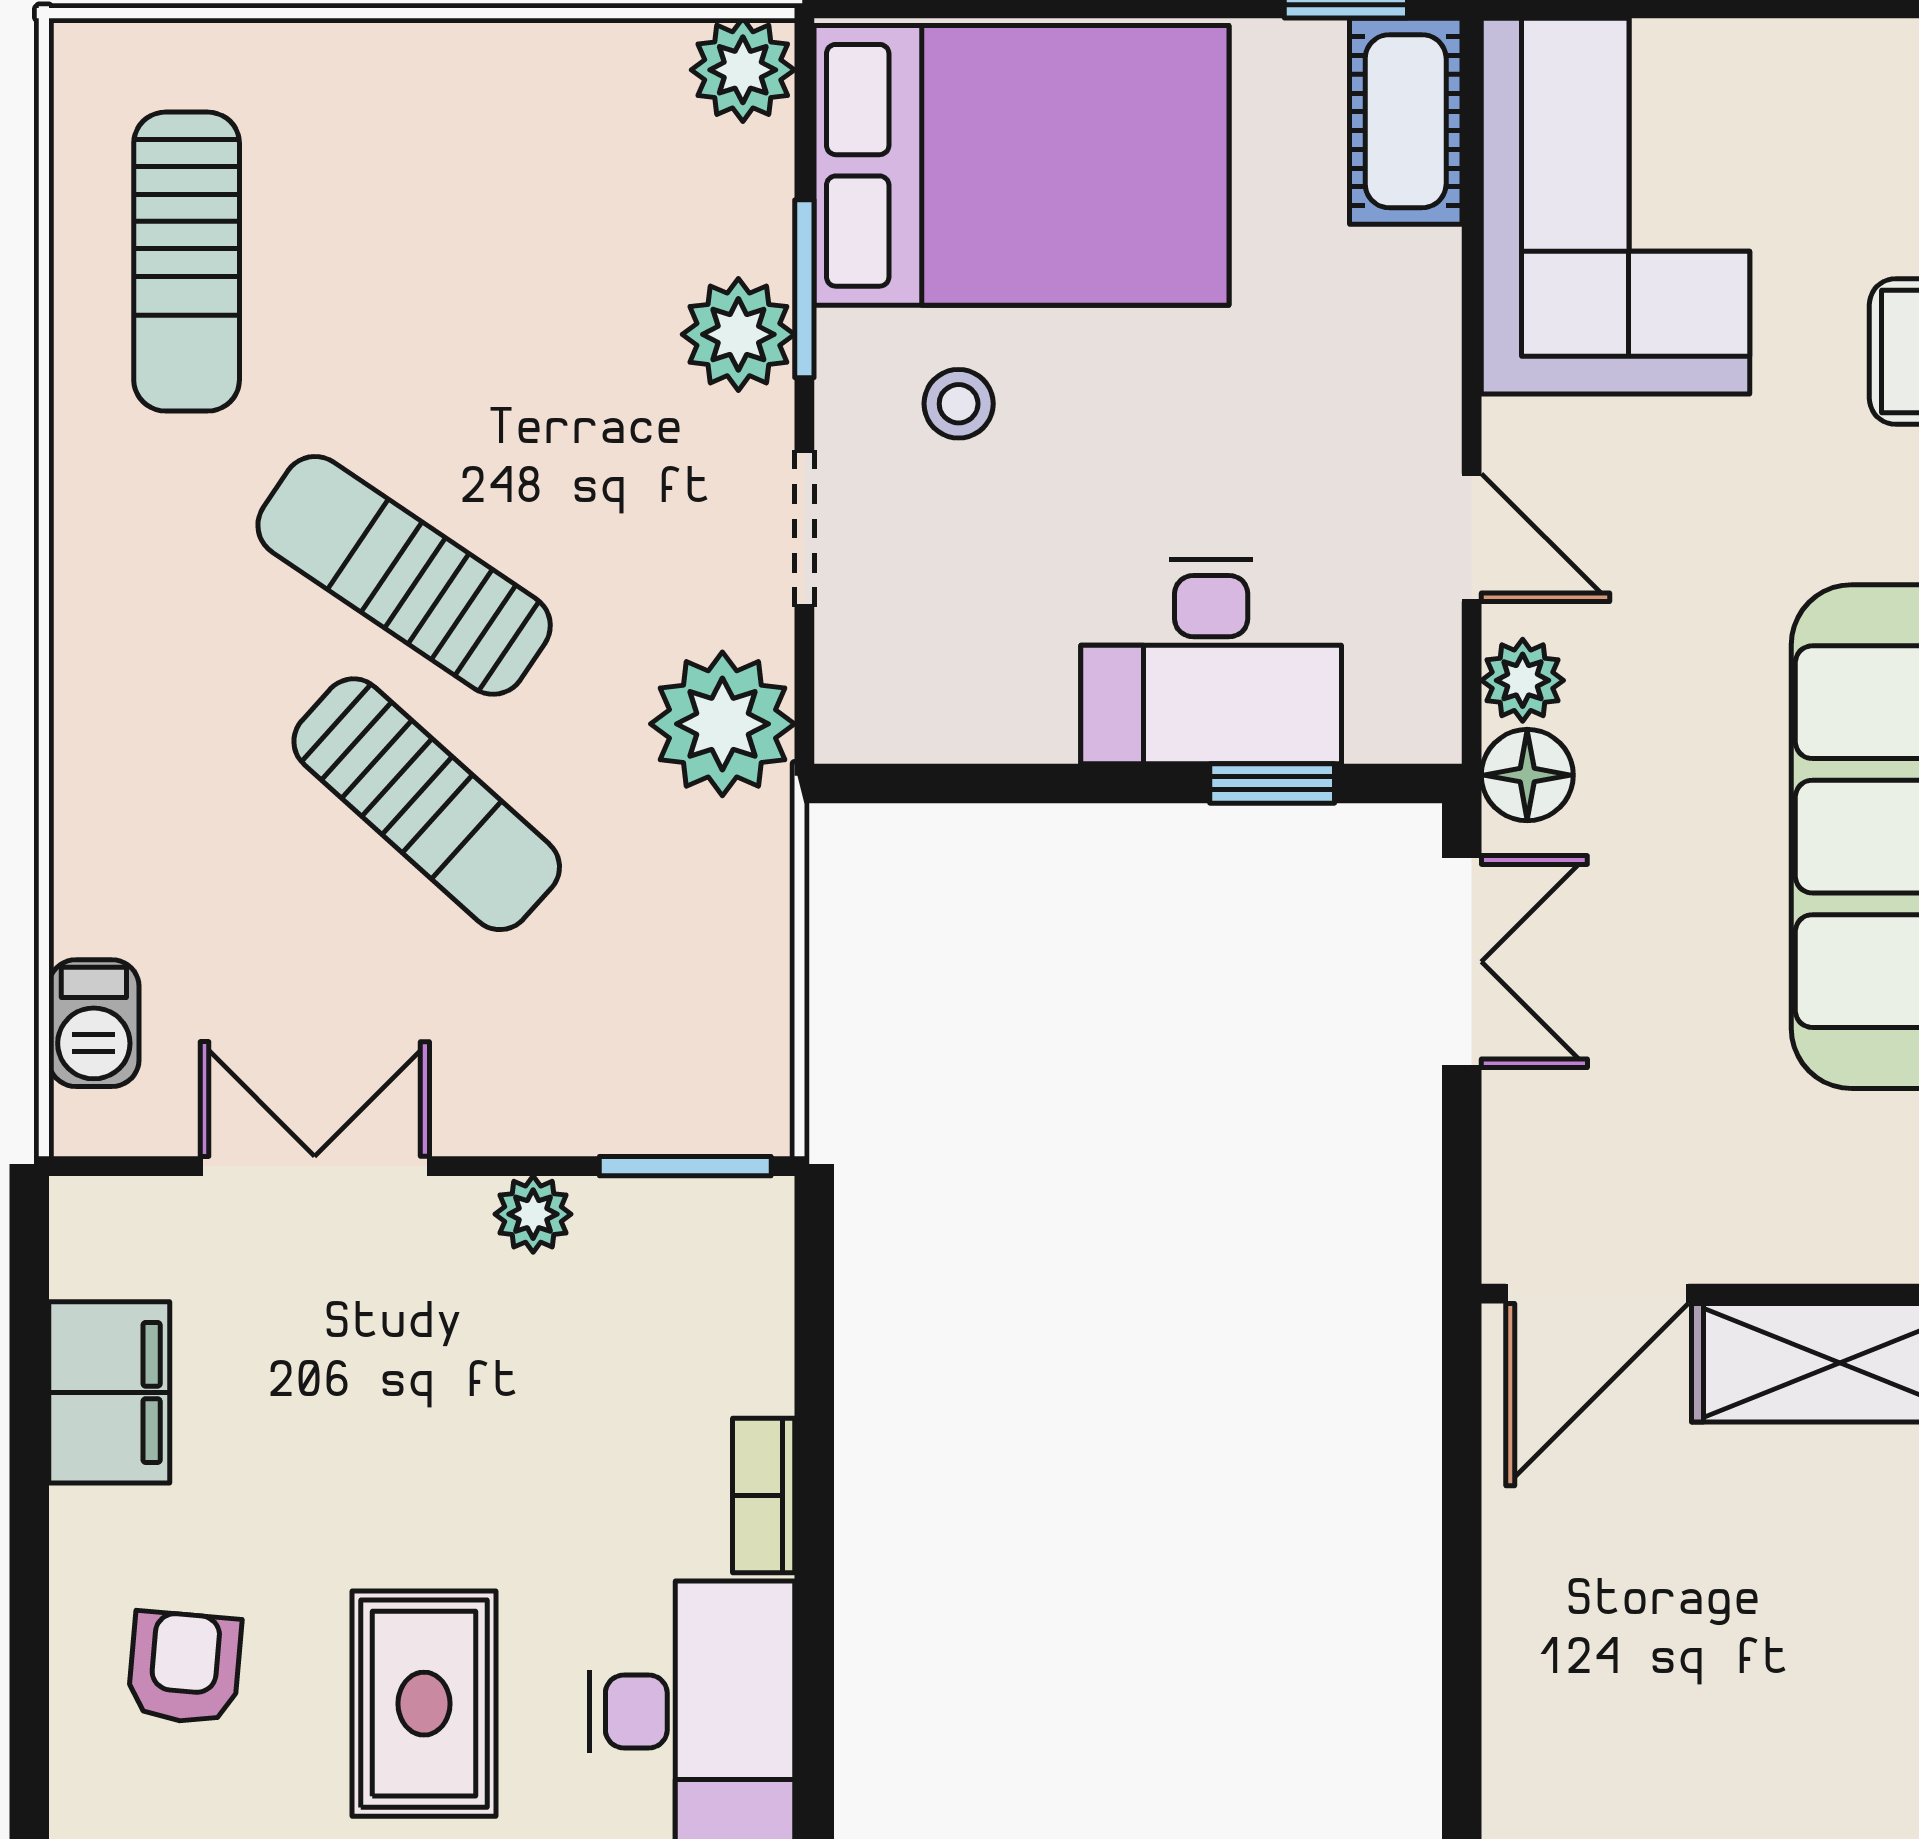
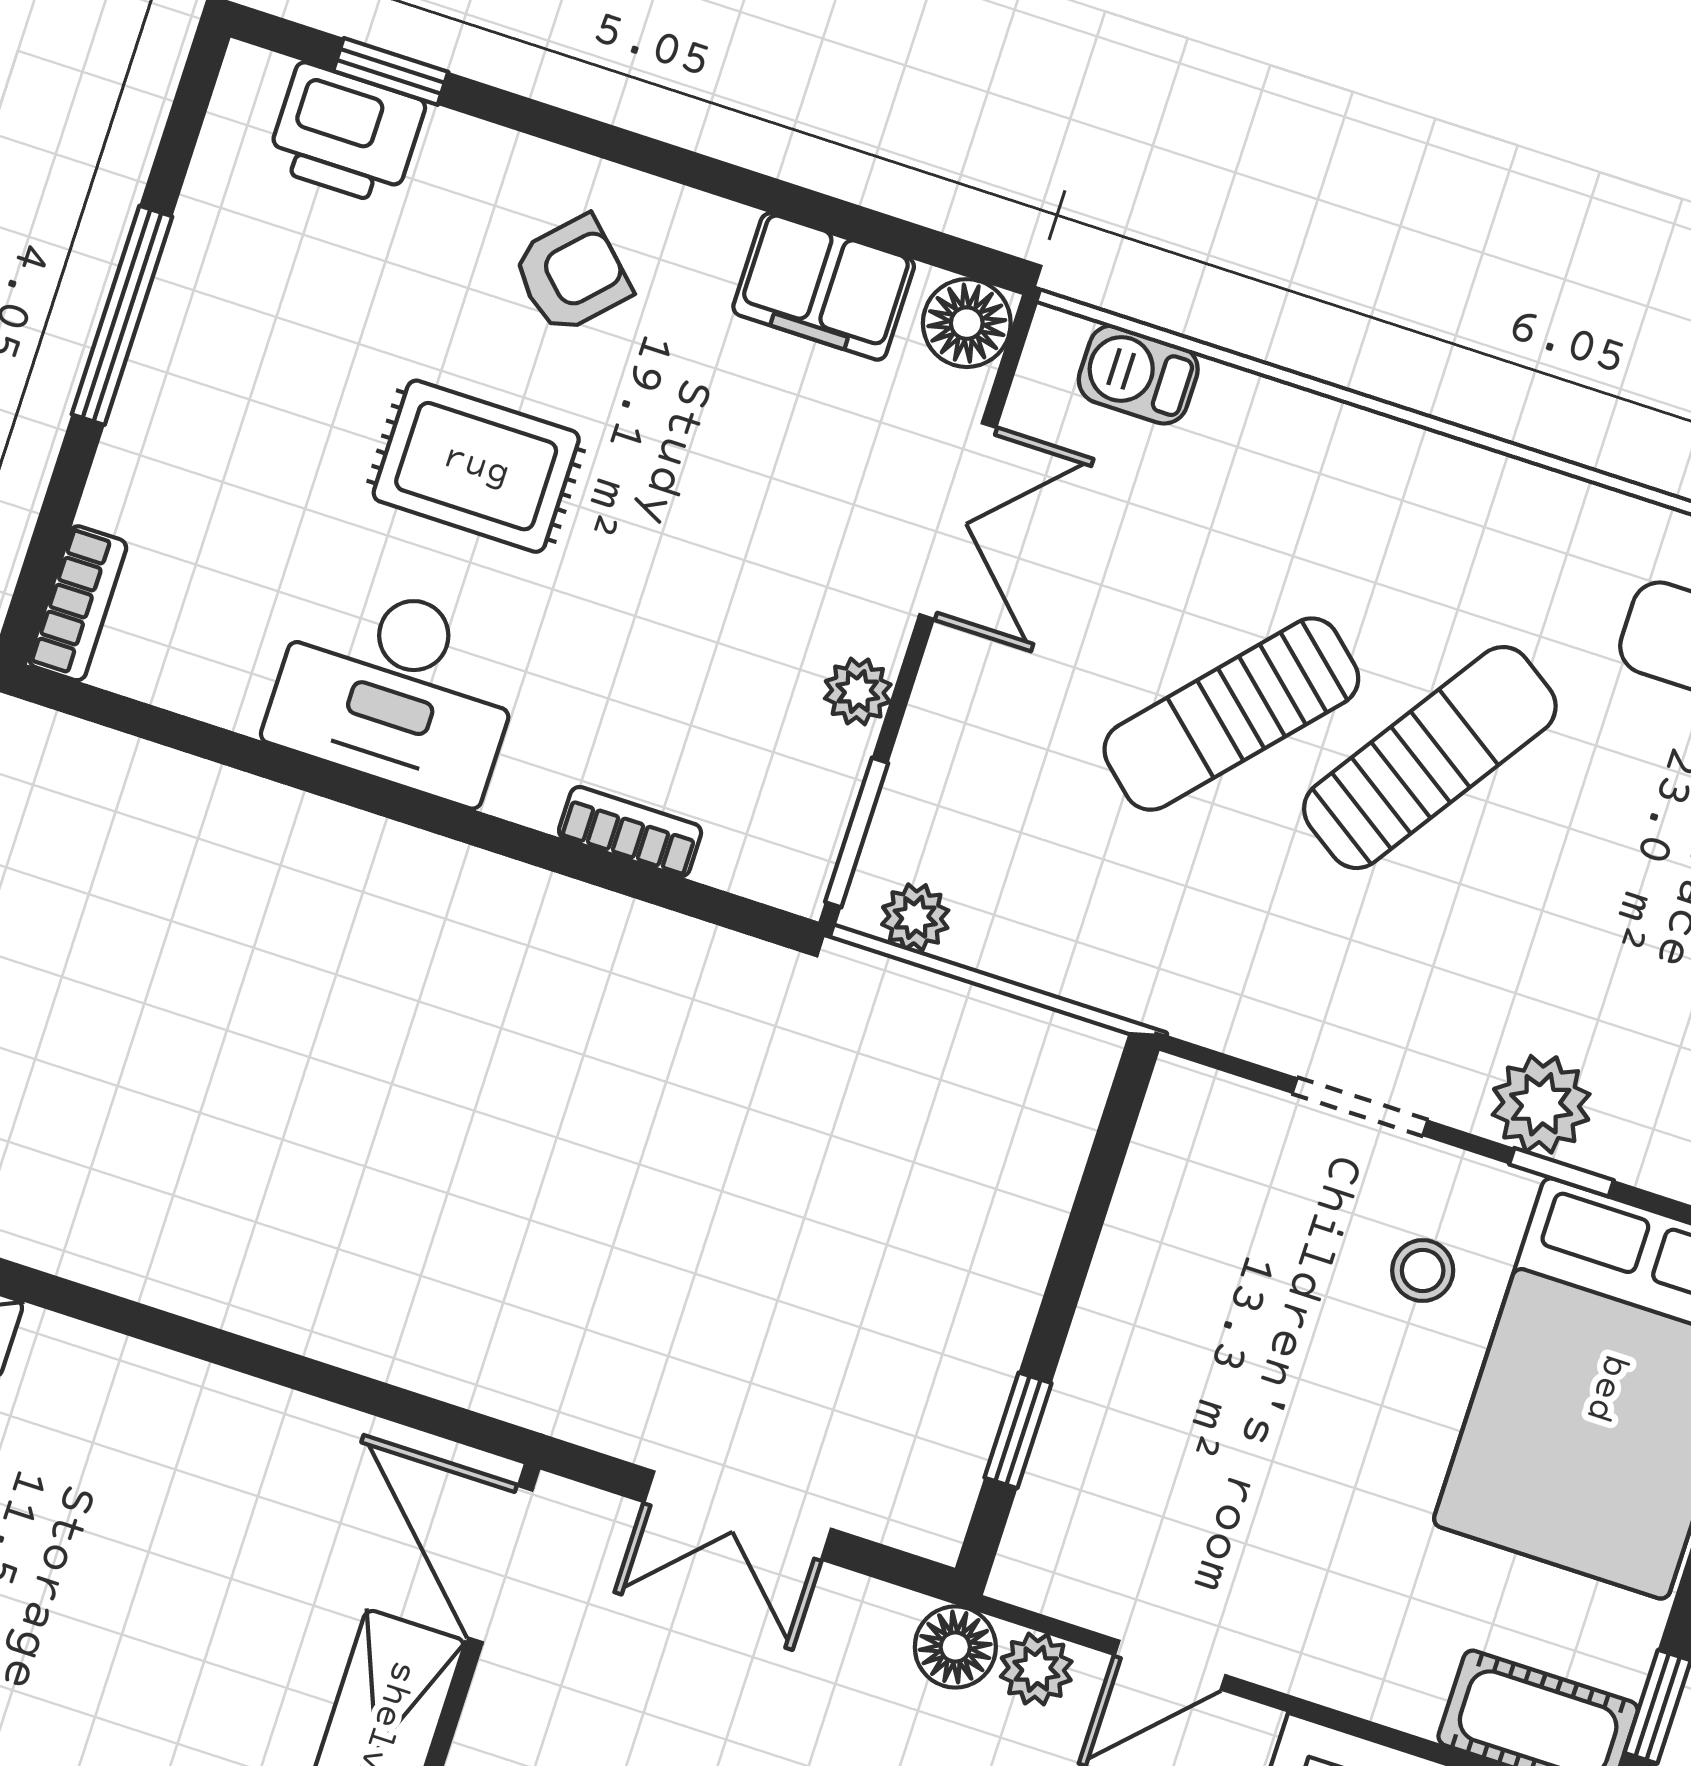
window: (804, 289) -> (1561, 1172), width x0.67
desk: (1211, 661) -> (1137, 1412), removed
plant: (722, 724) -> (915, 917), moved, width x0.53, depth x0.53
double door: (1462, 962) -> (738, 1515), moved
floor lamp: (98, 1226) -> (967, 323), added
bookcase: (764, 1496) -> (630, 832), moved
armchair: (184, 1668) -> (572, 275), turned -51

